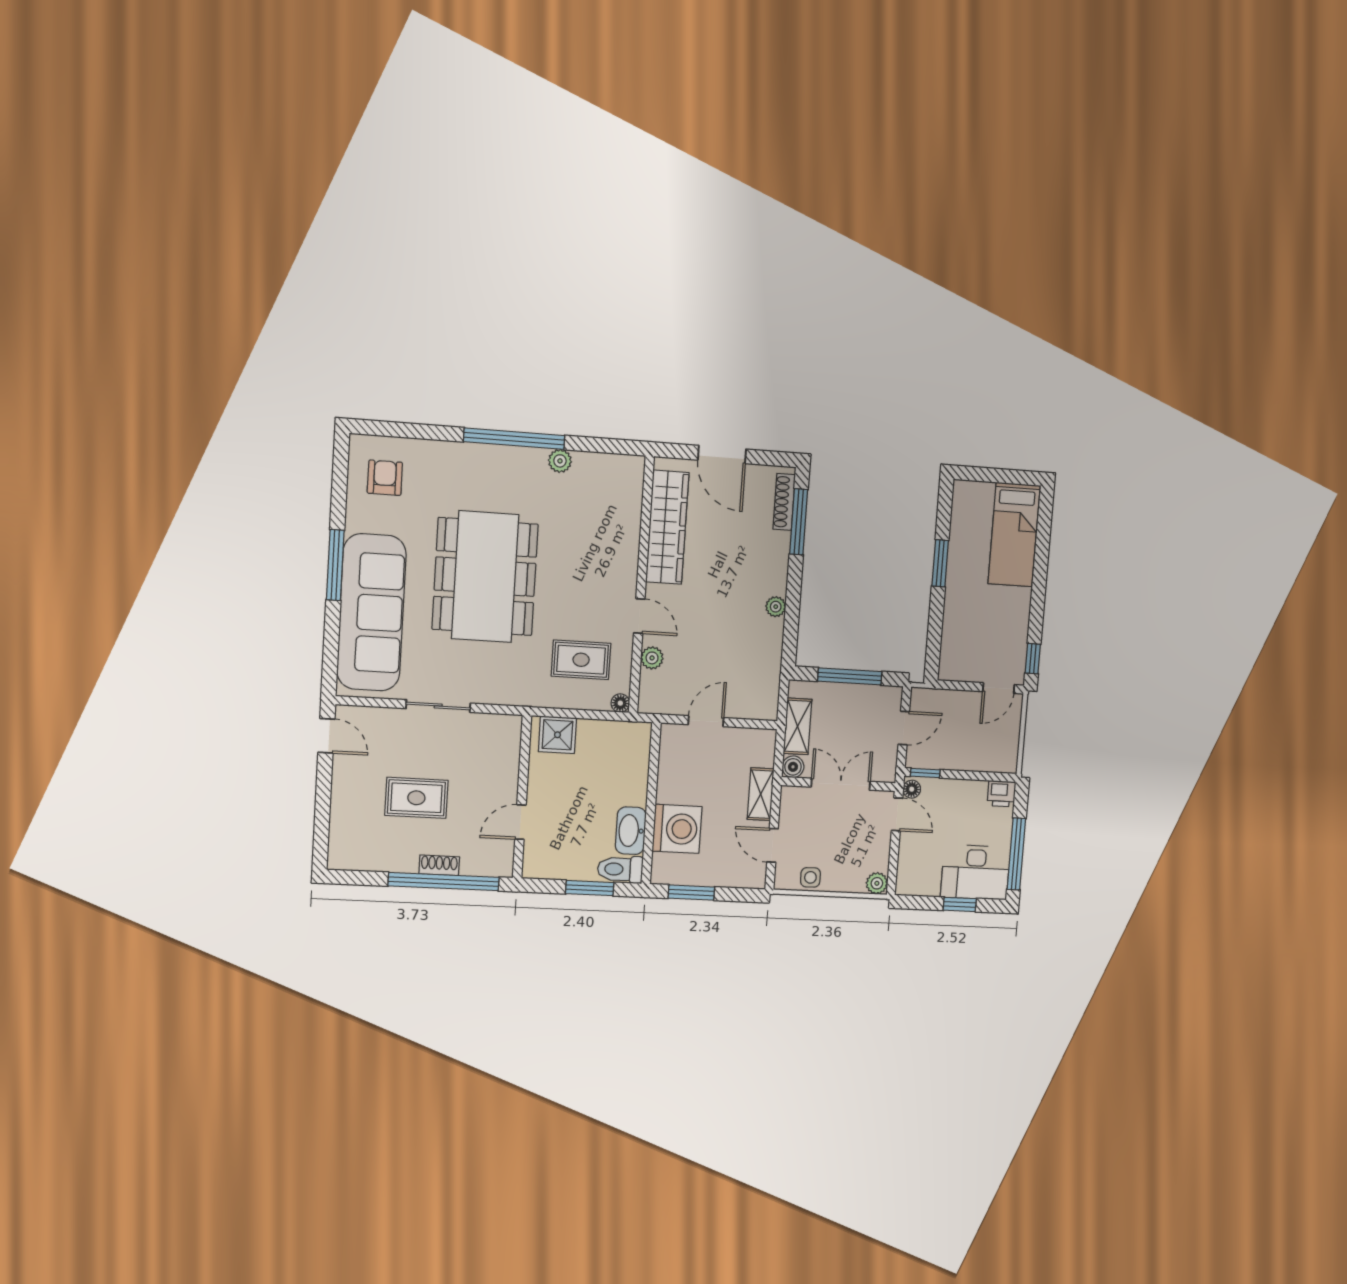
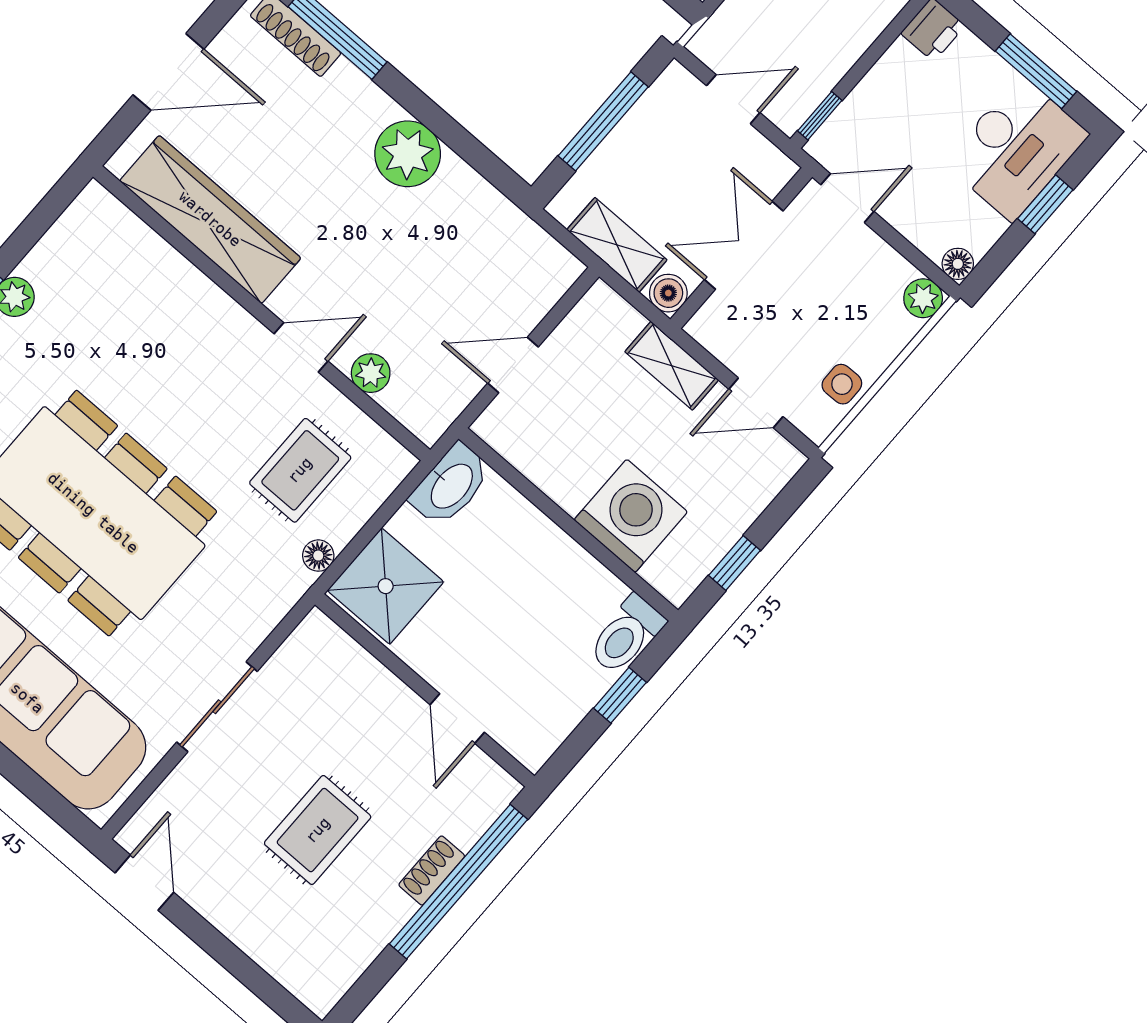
plant: (776, 607) -> (408, 154), width x1.88, depth x1.88
floor lamp: (620, 703) -> (318, 556), moved
door: (706, 721) -> (513, 365), hinge flipped
door: (904, 728) -> (733, 99), hinge flipped
shower: (557, 735) -> (386, 586), width x1.36, depth x1.36
door: (326, 736) -> (144, 883), hinge flipped
floor lamp: (912, 789) -> (958, 264), moved
washbasin: (631, 831) -> (451, 485), moved, turned -90
window: (1016, 854) -> (1036, 71), width x0.69
window: (590, 888) -> (620, 695), width x0.67
window: (691, 893) -> (735, 563), width x0.67

